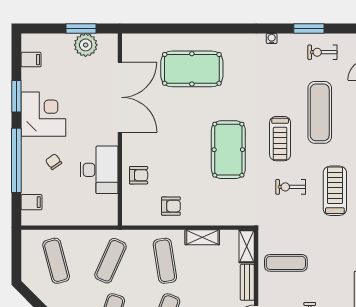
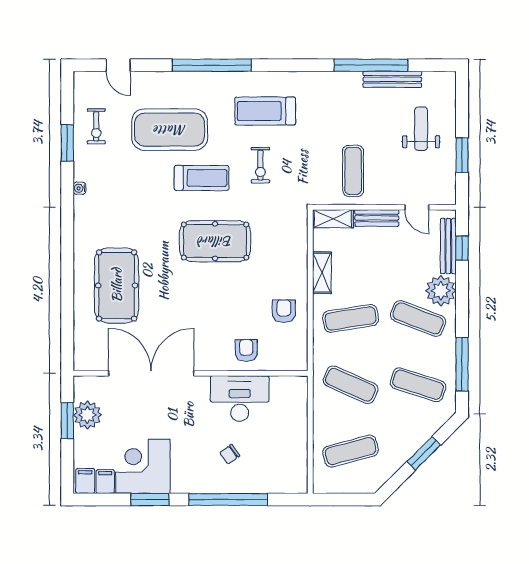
exercise mat: (320, 112) -> (170, 130), width x1.47
corner desk: (43, 114) -> (143, 466), moved
filing cabinet: (32, 202) -> (85, 481), moved

